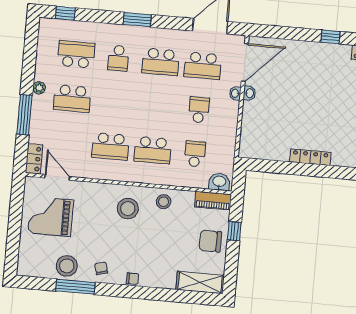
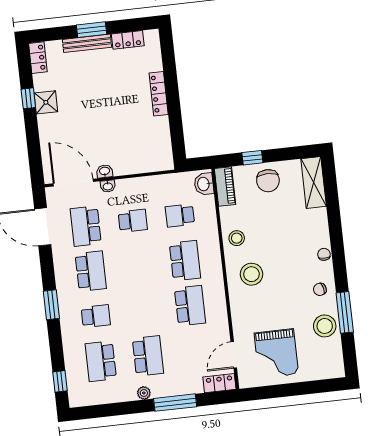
shower: (323, 52) -> (46, 102), added
school desk: (203, 66) -> (86, 226), turned 180
school desk: (199, 110) -> (133, 221), turned 180

